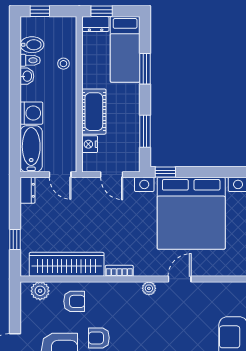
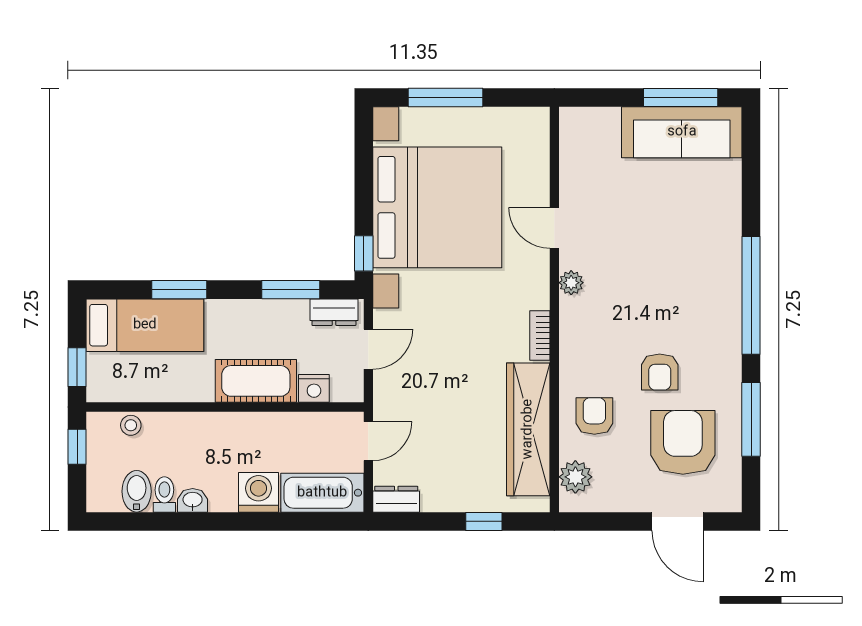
window: (40, 11) -> (77, 447), moved
dresser: (96, 24) -> (334, 312), moved, turned 90
stool: (63, 64) -> (131, 425), moved

